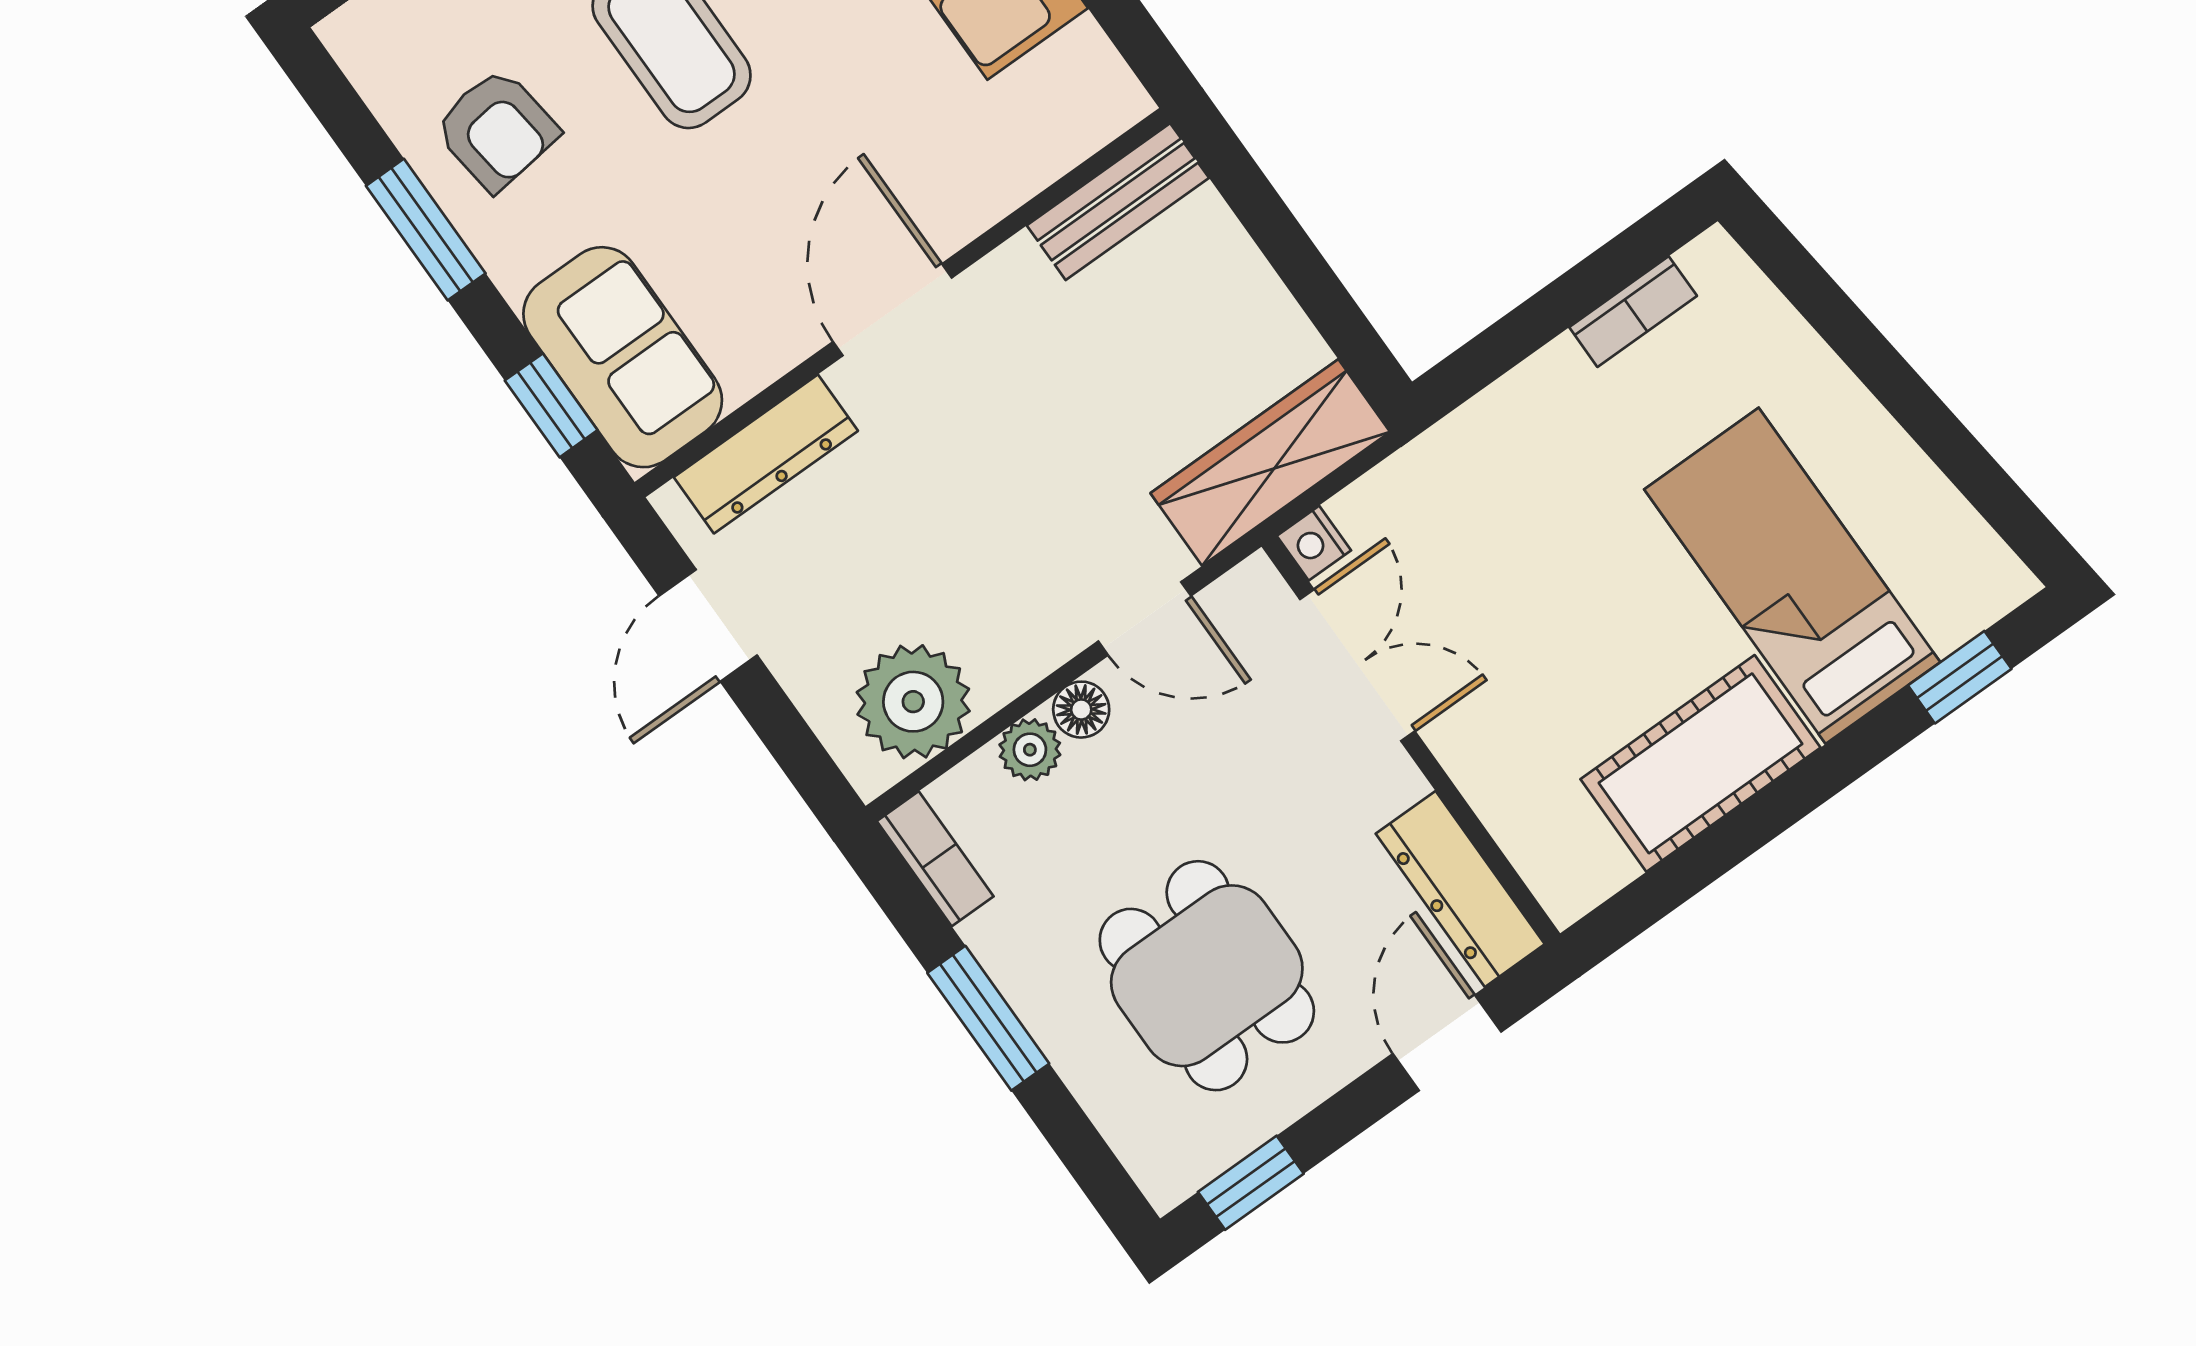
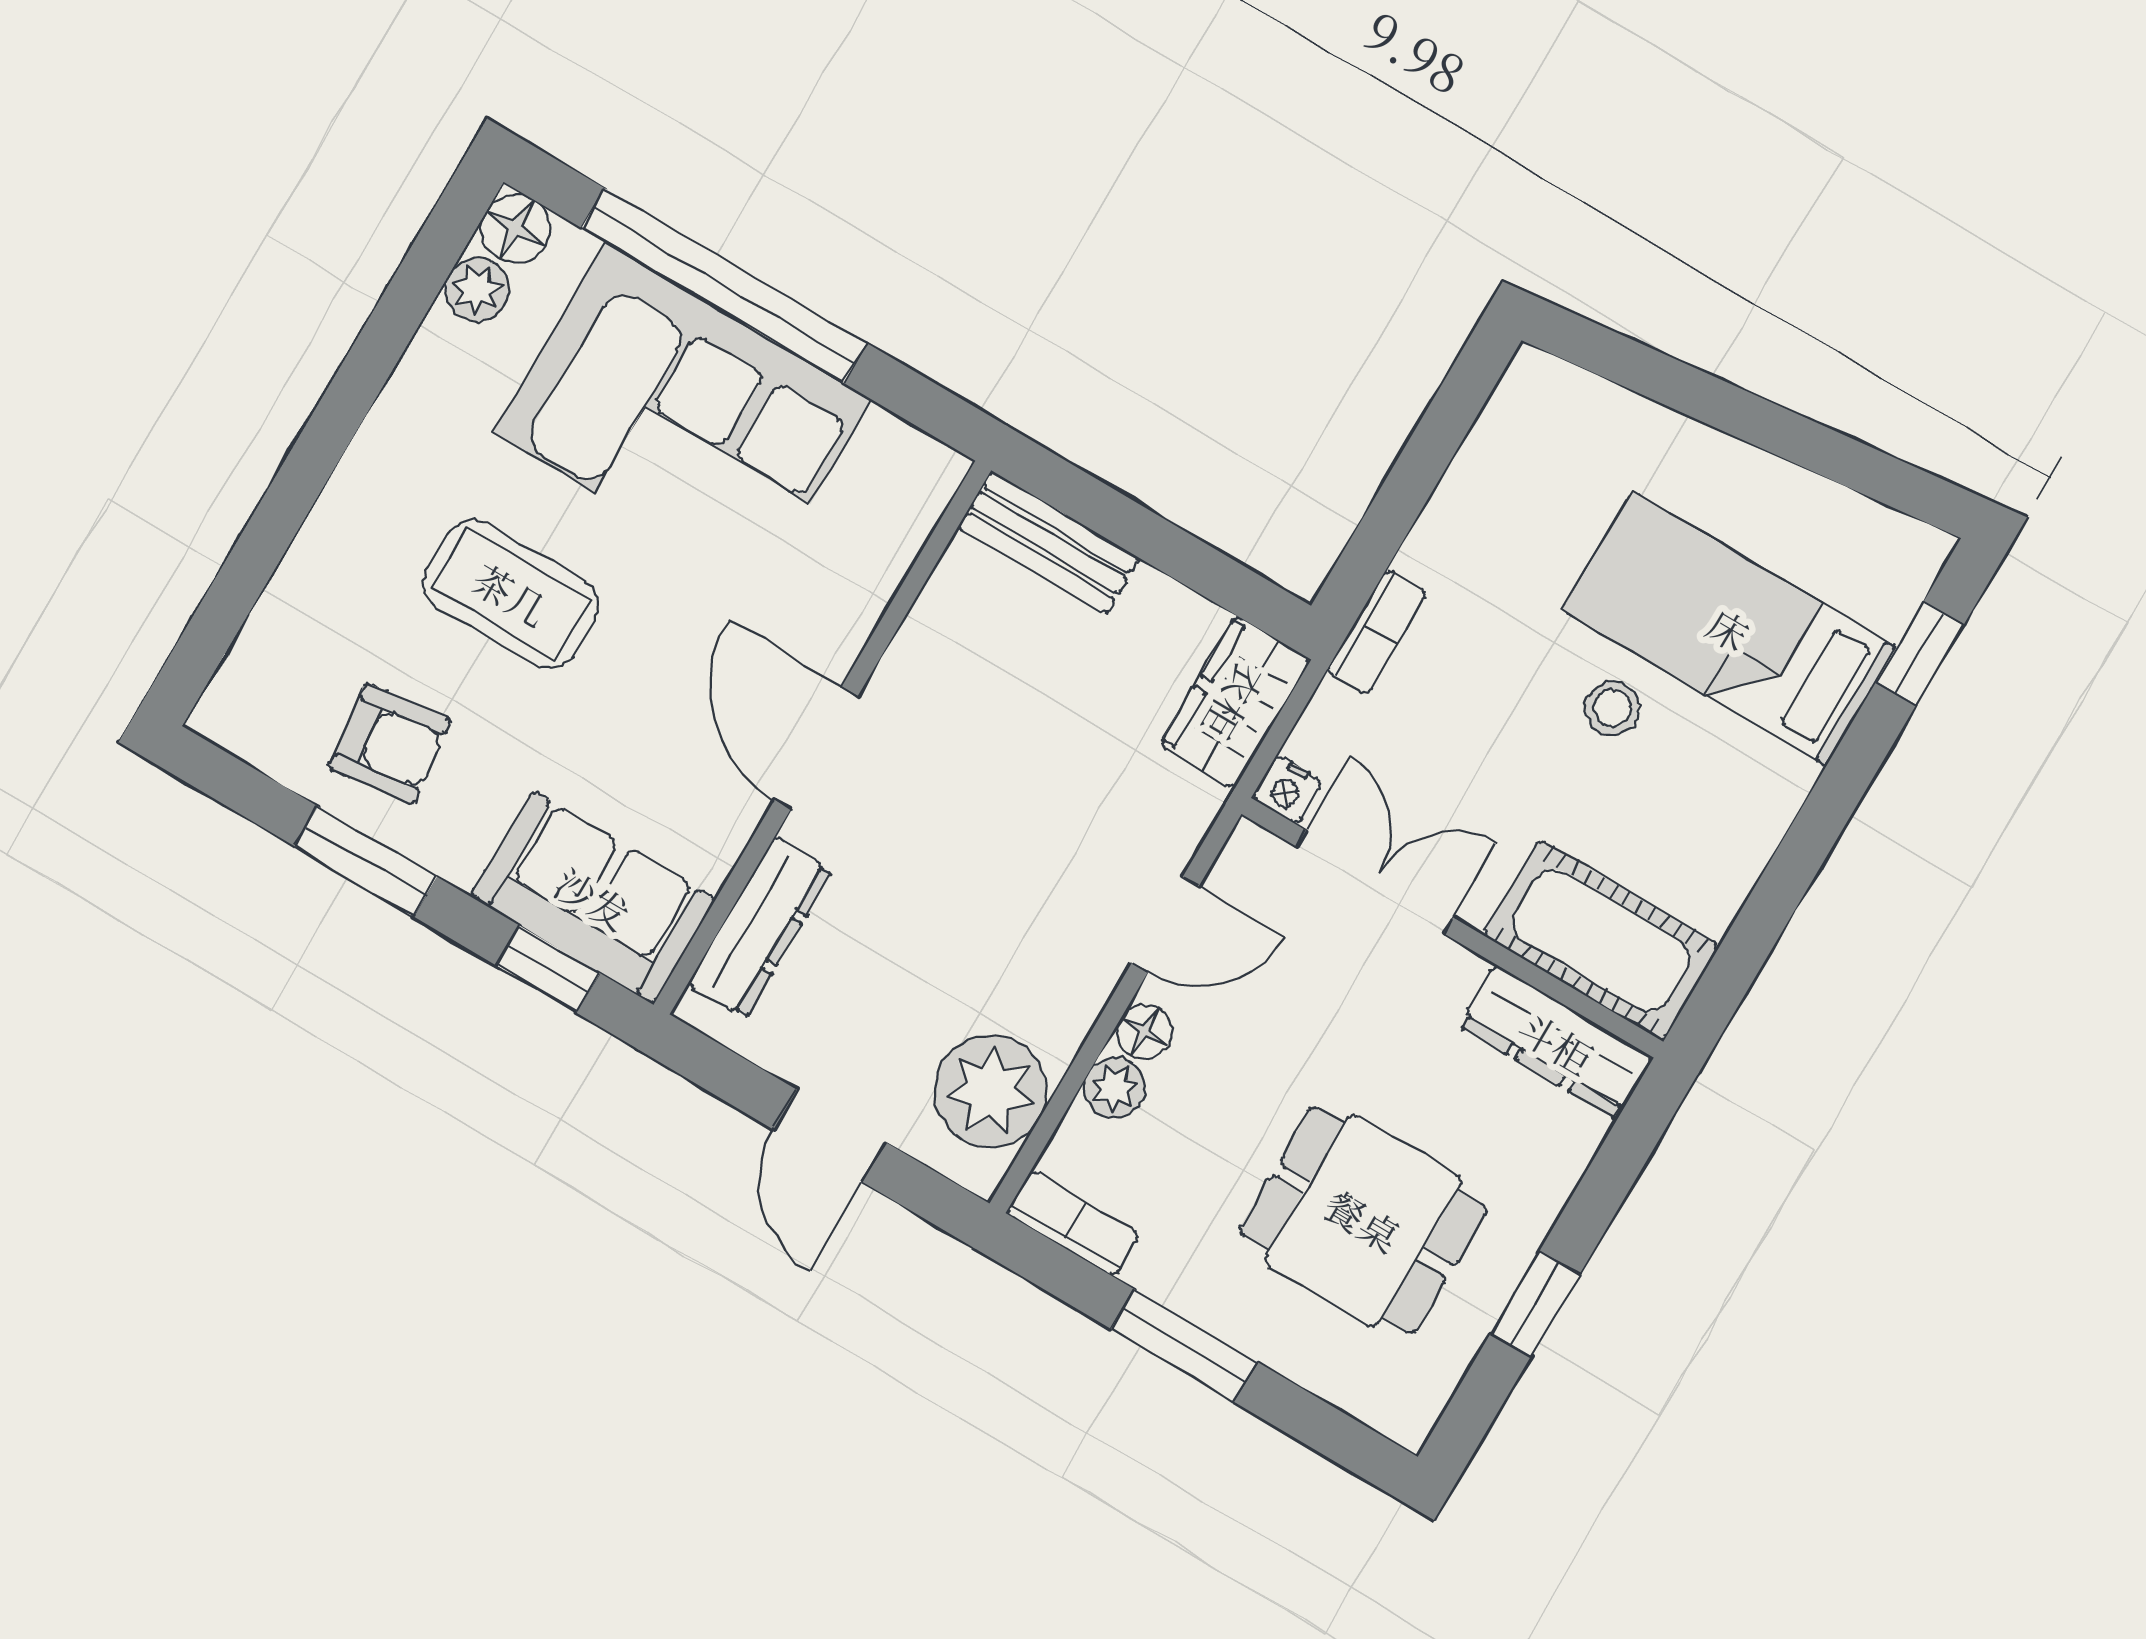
bench: (1118, 202) -> (1049, 543), moved, turned 90
bookcase: (1633, 312) -> (1377, 632), moved
wardrobe: (1270, 462) -> (1235, 702), width x0.67
stool: (1650, 601) -> (1612, 708), added
door: (708, 625) -> (830, 1136), moved
cot: (1700, 763) -> (1601, 940), moved, turned 90
door: (1447, 1043) -> (1605, 1185), removed
window: (1251, 1183) -> (1535, 1304), moved

